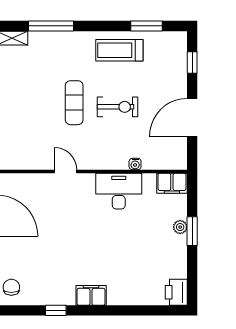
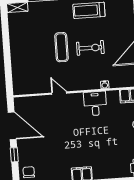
desk: (119, 191) -> (95, 104), width x0.73

